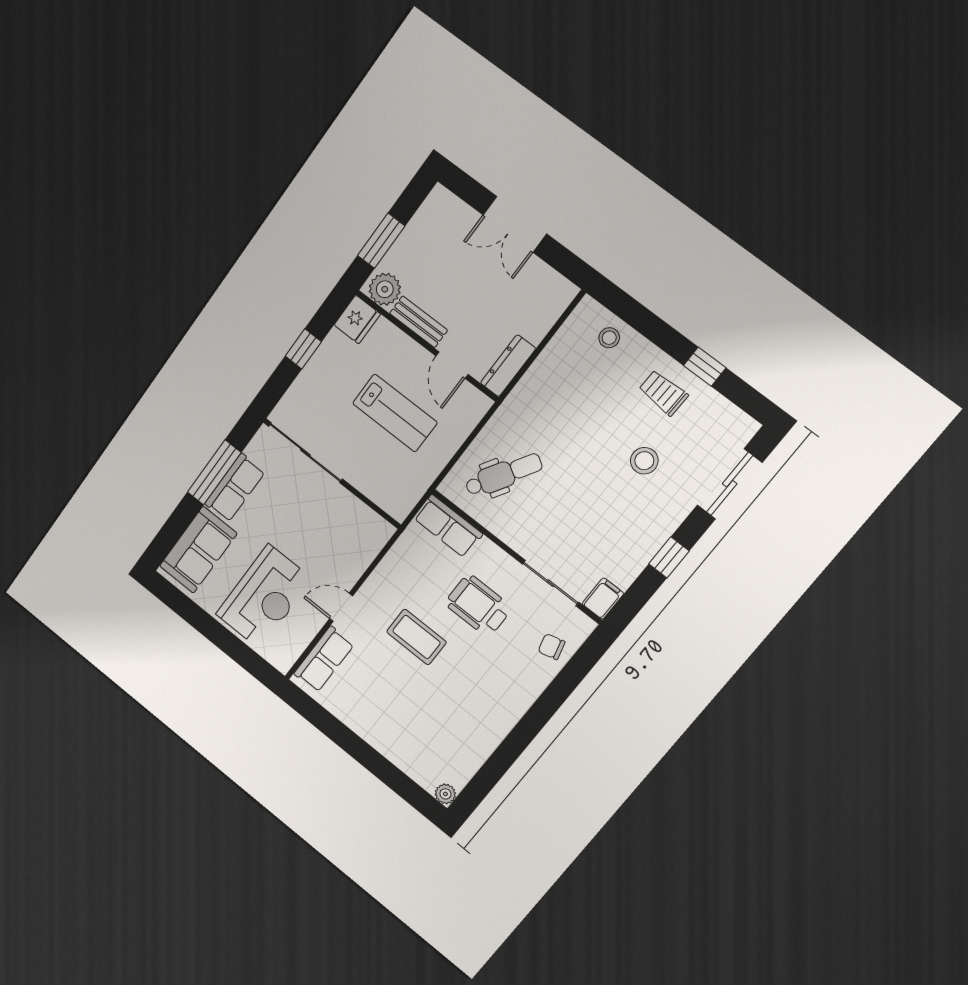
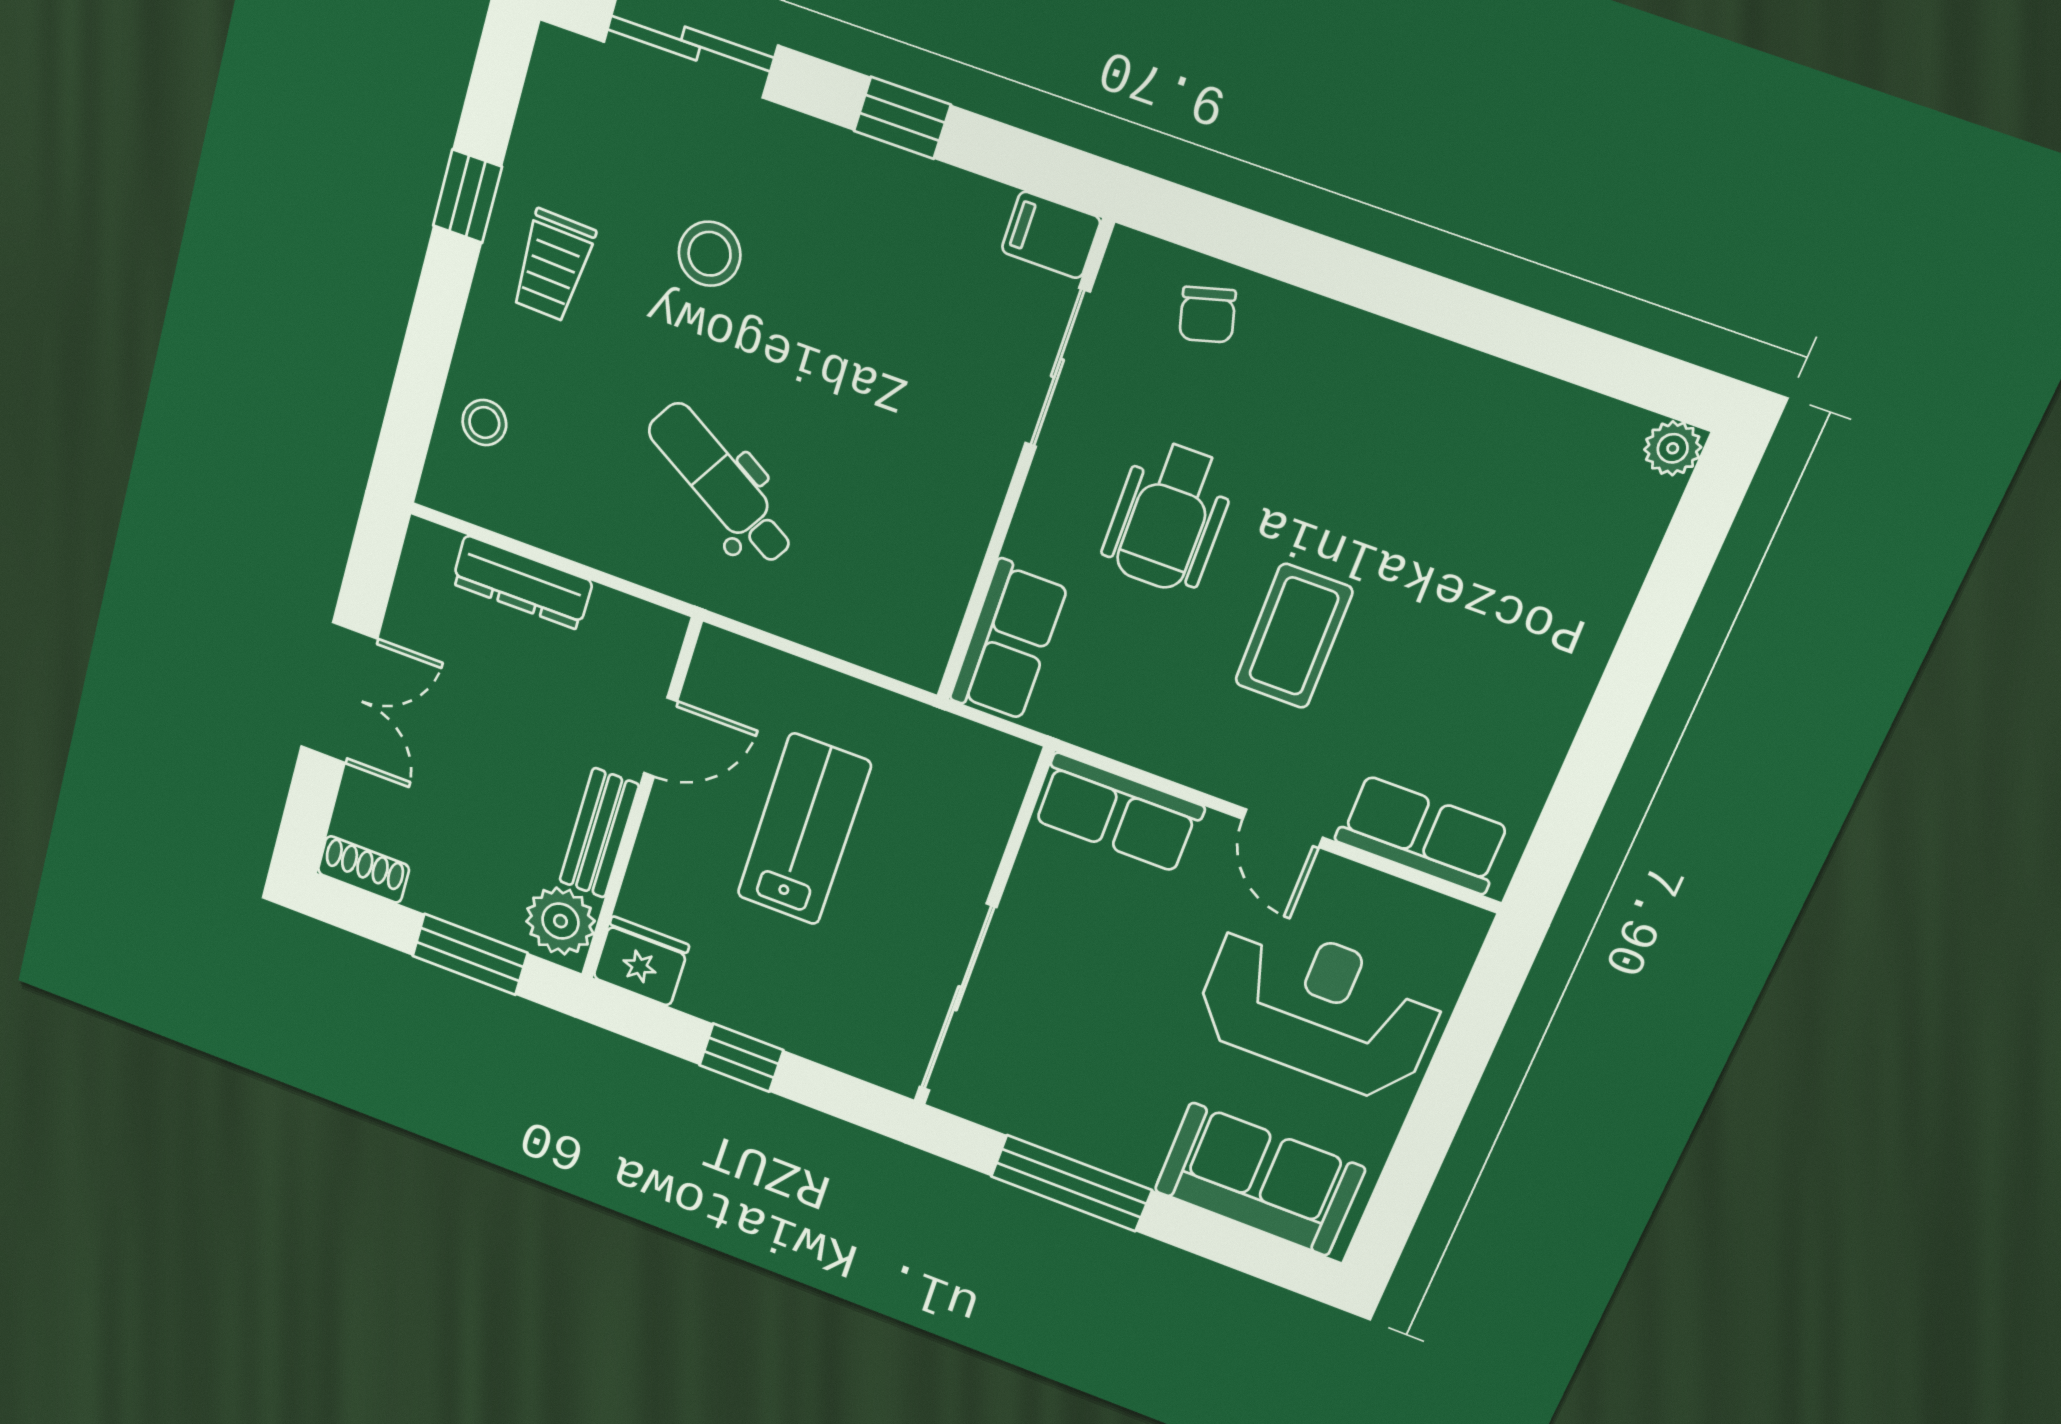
shoe rack: (433, 205) -> (364, 869), added
dresser: (508, 366) -> (522, 582), moved
dental chair: (504, 475) -> (721, 484), moved
row of seats: (235, 488) -> (1118, 813), moved, turned 180

